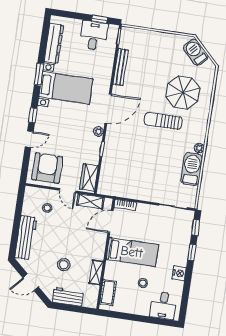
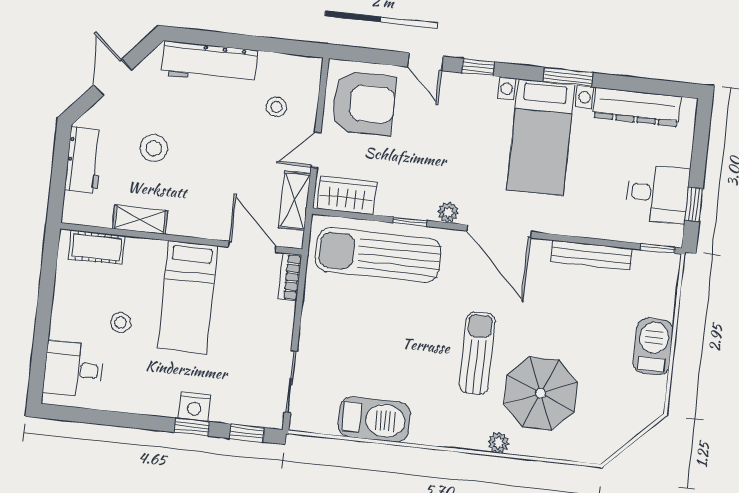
barbecue: (196, 52) -> (653, 346), moved, turned -45
plant: (199, 148) -> (499, 443), moved
sun lounger: (117, 164) -> (378, 255), added
nightstand: (179, 273) -> (194, 407), moved

